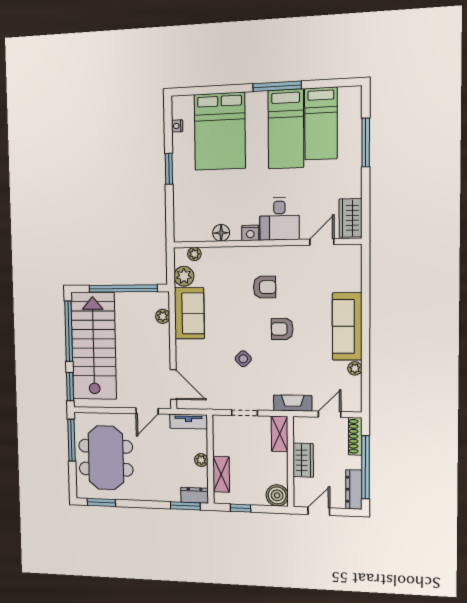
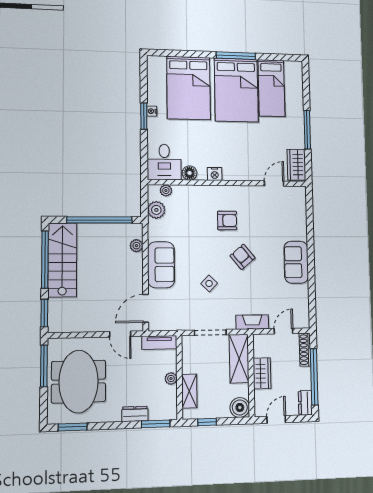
nightstand: (177, 126) -> (152, 111), moved
bed: (286, 129) -> (236, 90), width x1.50
window: (366, 143) -> (307, 130), moved
desk: (279, 219) -> (164, 162), moved
sofa: (189, 313) -> (161, 265), moved
sofa: (347, 326) -> (296, 262), width x0.73
armchair: (282, 329) -> (242, 257), turned 50
stairs: (94, 346) -> (62, 260), width x0.73, depth x0.66
plant: (355, 368) -> (303, 290), removed
door: (173, 385) -> (146, 308), swing flipped
door: (147, 411) -> (120, 334), hinge flipped
doorway: (244, 413) -> (210, 332), width x1.38
shelving: (280, 434) -> (239, 359), width x1.50, depth x1.33
dresser: (354, 489) -> (305, 403), width x0.70
dresser: (195, 495) -> (135, 414), moved

